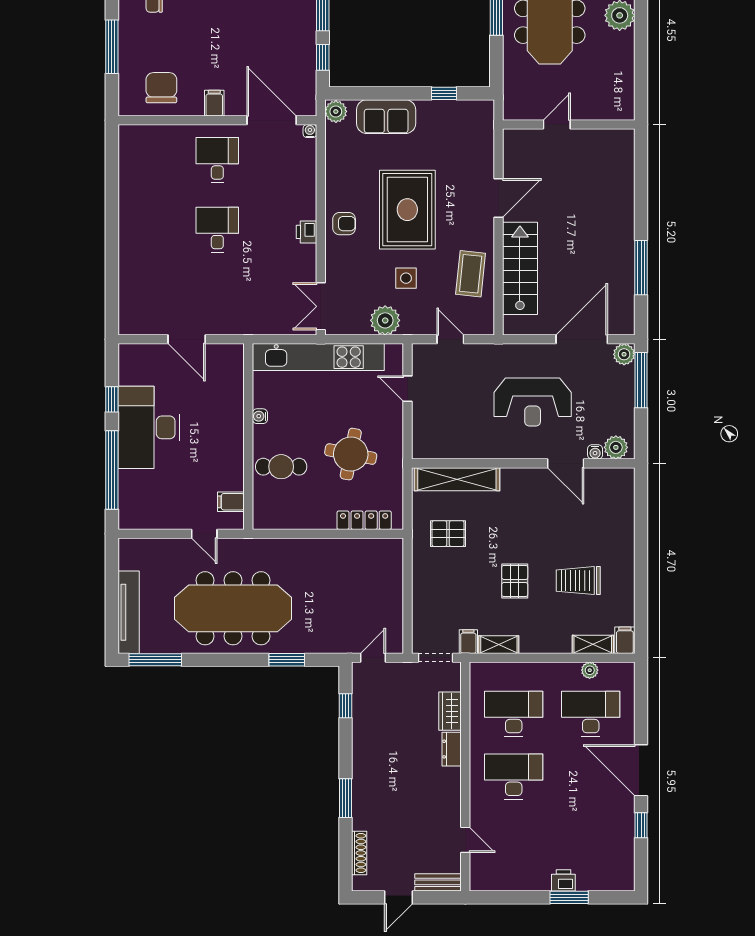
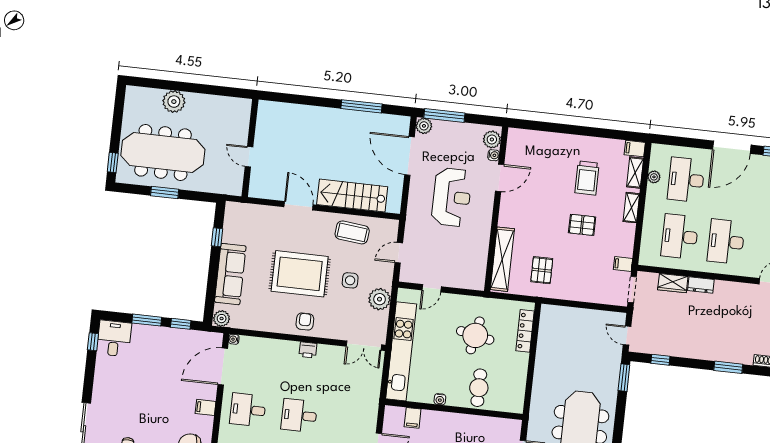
sofa: (386, 117) -> (230, 274), width x1.36
filing cabinet: (231, 502) -> (413, 418), moved
shelving: (499, 645) -> (631, 208), moved
window: (287, 660) -> (624, 378), moved

